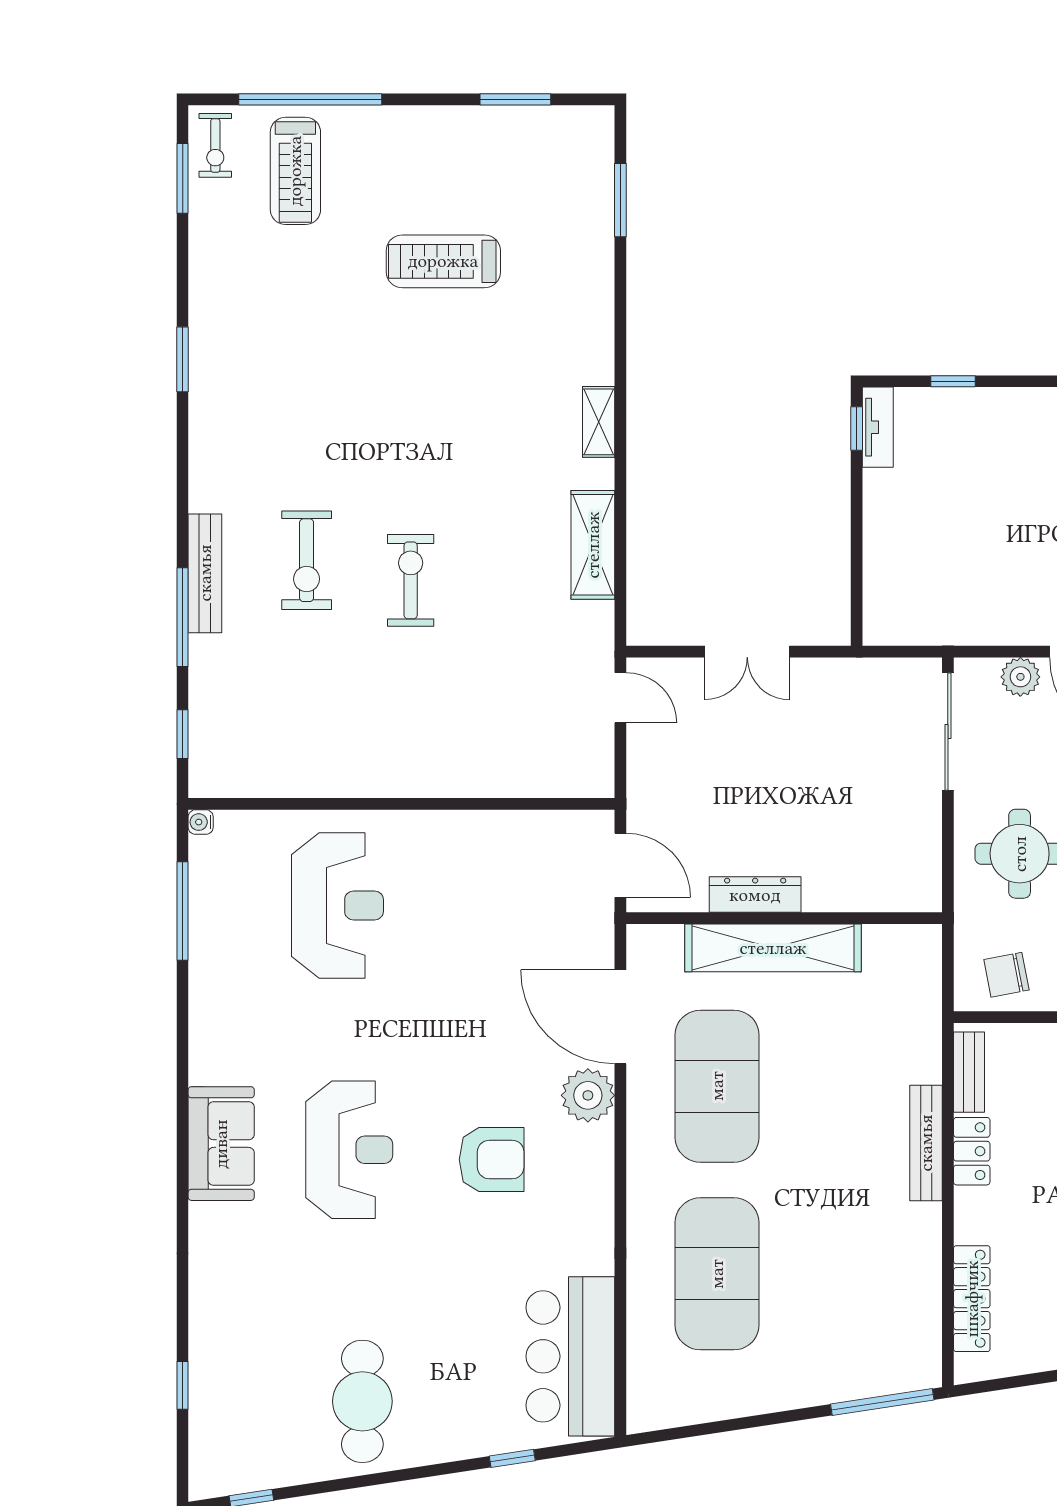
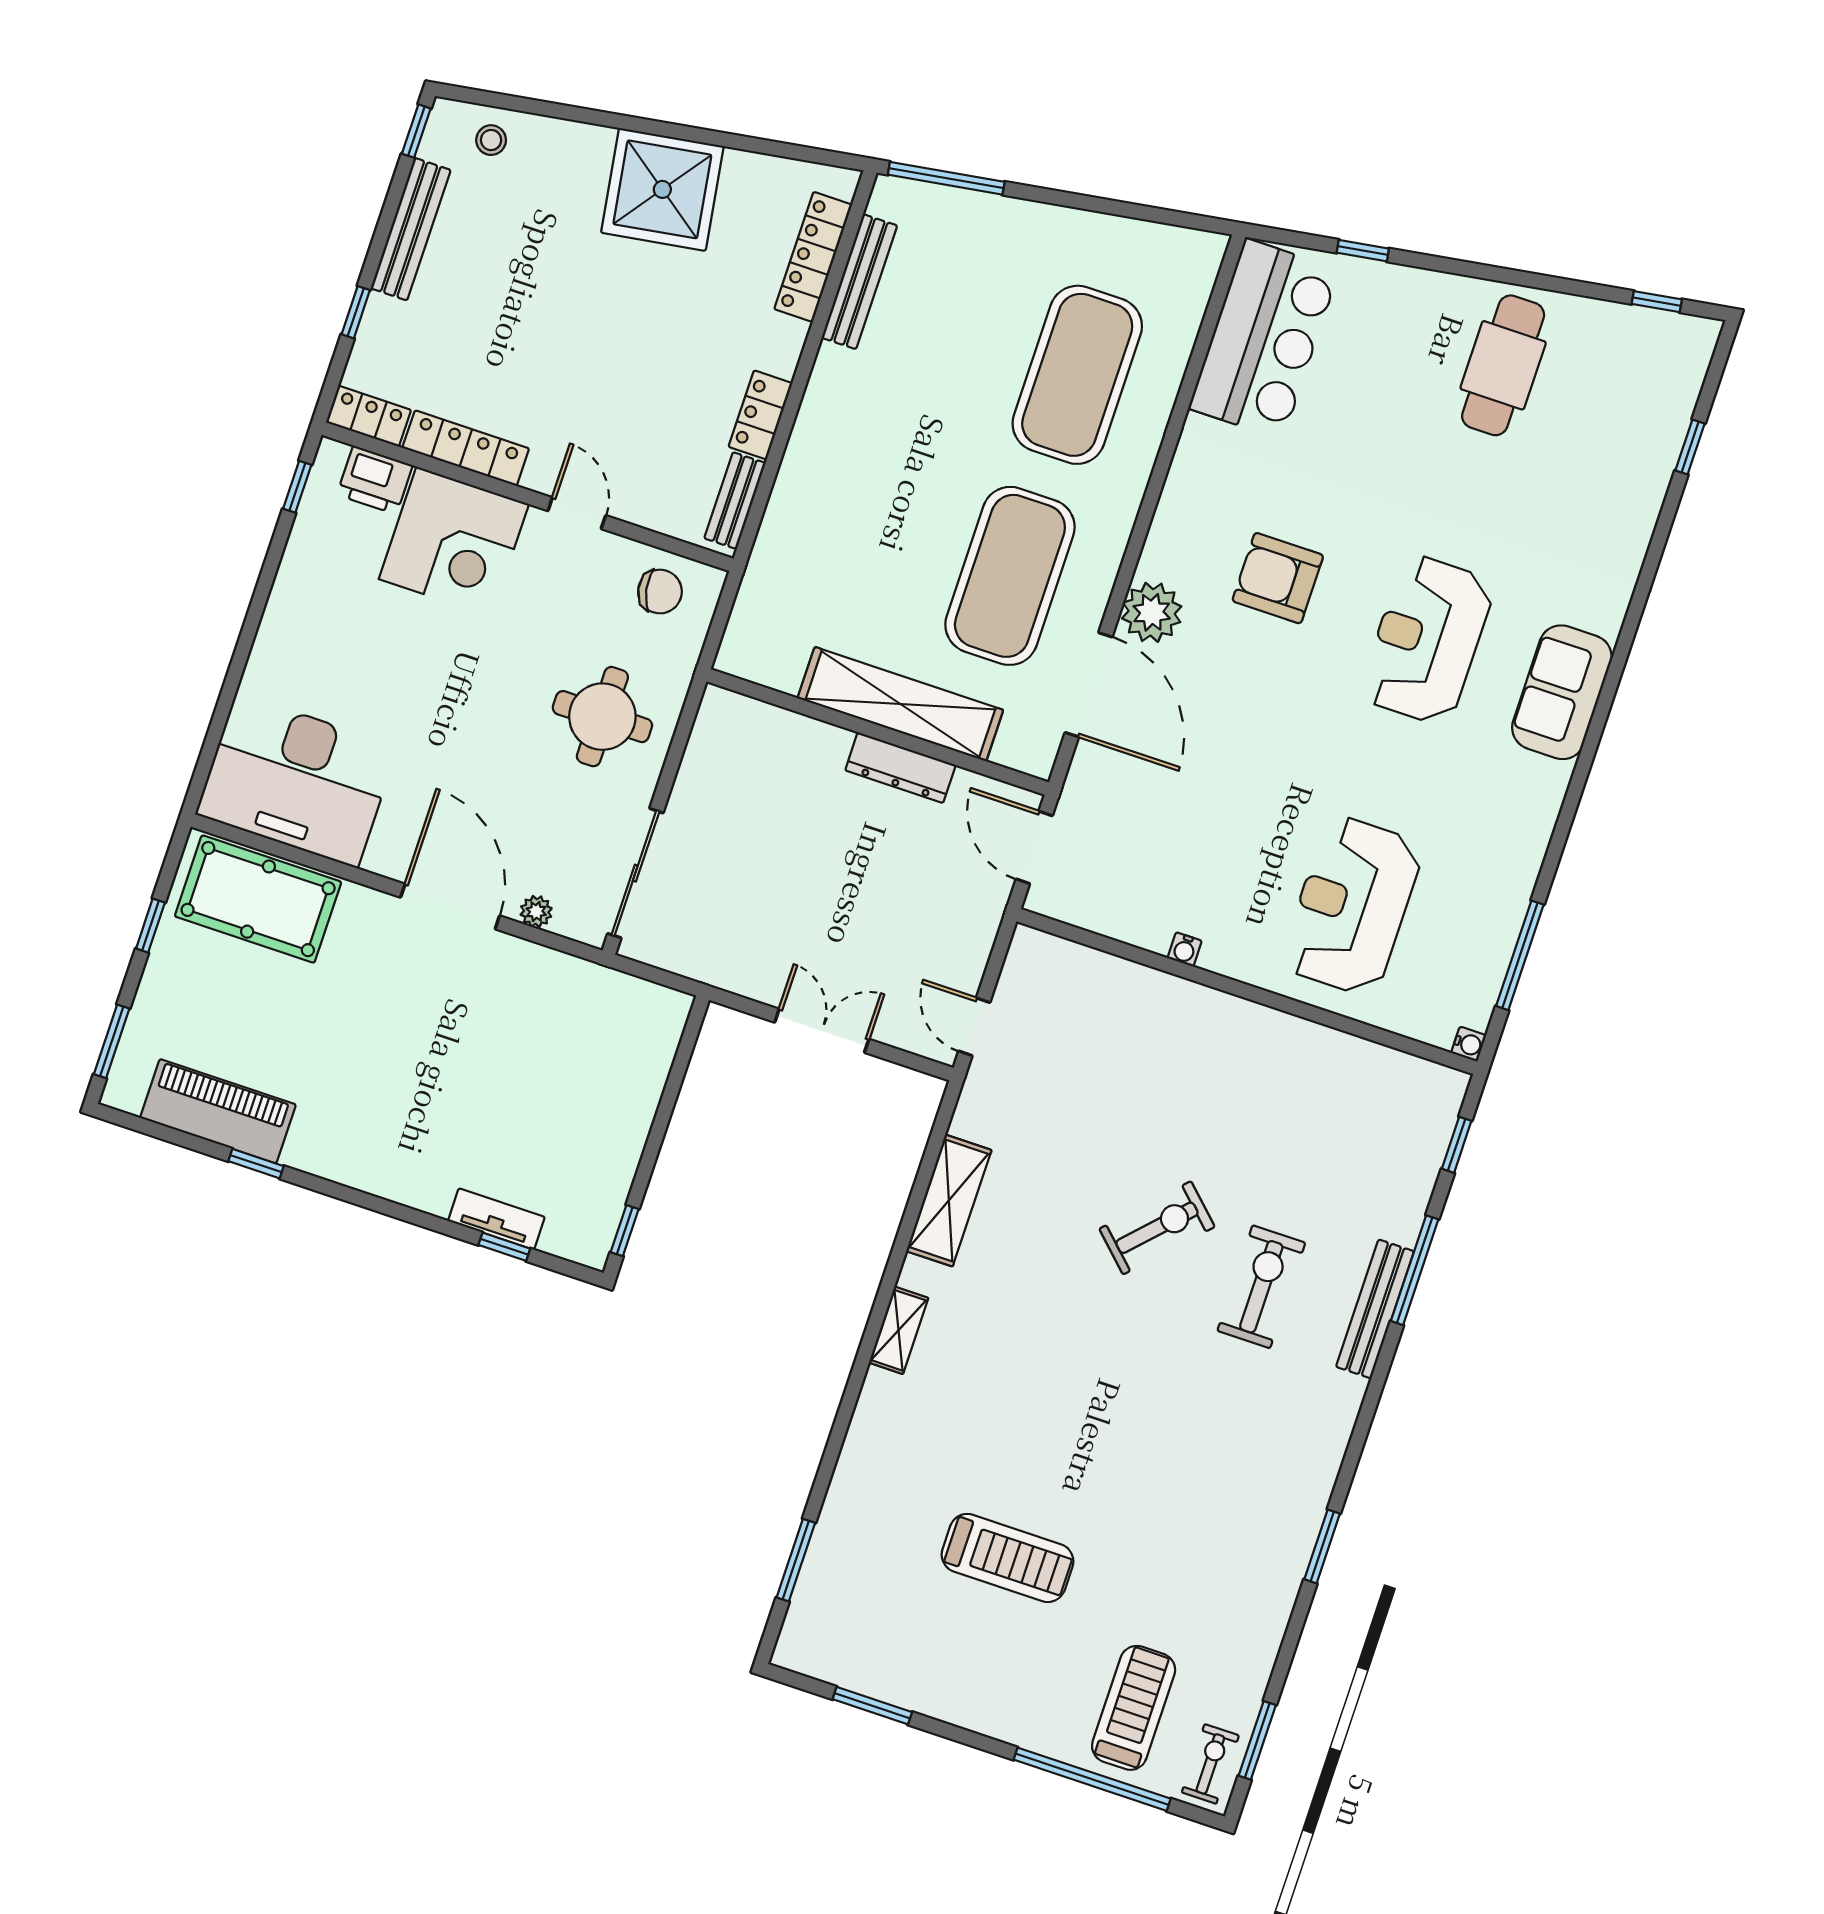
tv unit: (878, 427) -> (496, 1219), moved, turned 90
exercise bike: (411, 580) -> (1157, 1228), turned -136
plant: (1020, 677) -> (536, 912), width x0.73, depth x0.73
water cooler: (466, 822) -> (1185, 949), added
bench: (926, 1143) -> (859, 282), moved

